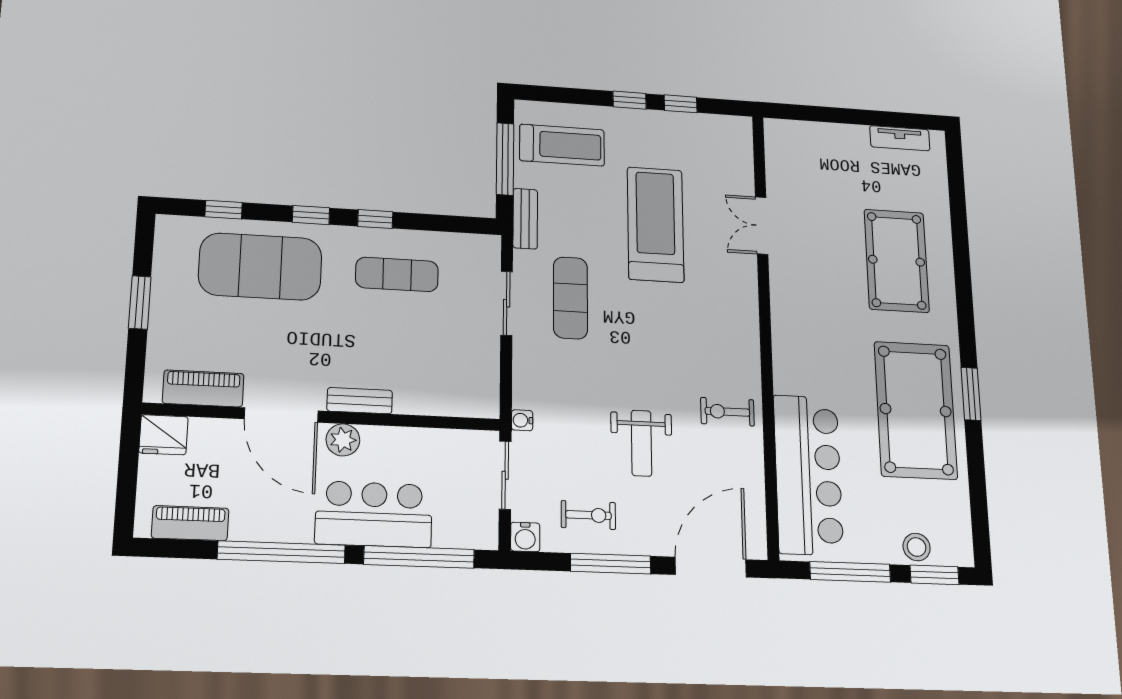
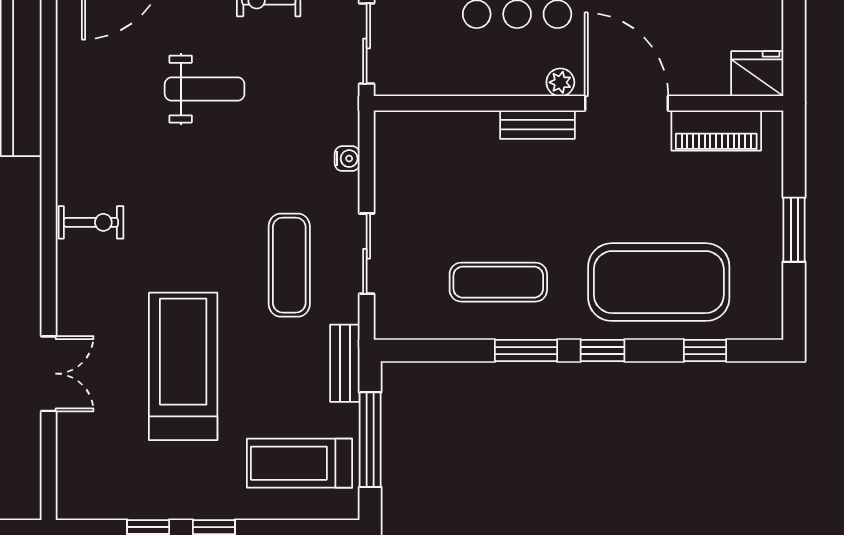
window: (375, 219) -> (526, 351), width x1.50
treadmill: (655, 224) -> (183, 366), turned 180
exercise bike: (727, 412) -> (91, 222), moved
water cooler: (522, 420) -> (347, 159), moved
plant: (343, 440) -> (560, 82), width x0.73, depth x0.73
weight bench: (641, 443) -> (205, 89), turned 90

